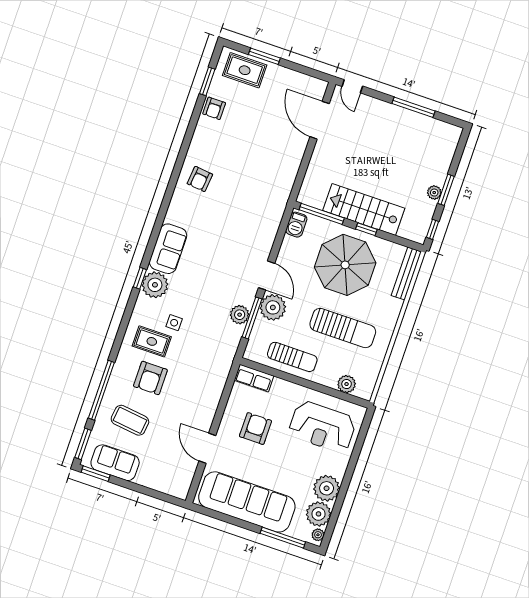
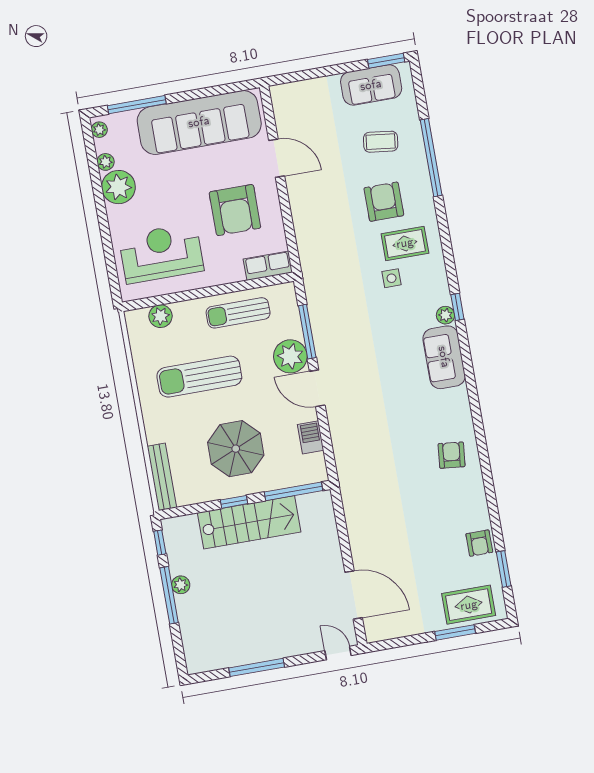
armchair: (214, 108) -> (479, 543), turned 180
window: (446, 190) -> (169, 595), width x1.44
barbecue: (296, 225) -> (311, 437), moved
parasol: (345, 265) -> (236, 449), width x0.73, depth x0.73
plant: (155, 285) -> (445, 315), width x0.53, depth x0.53
plant: (240, 315) -> (323, 328), removed
coffee table: (130, 420) -> (381, 142), width x0.73, depth x0.77
armchair: (255, 429) -> (235, 210), width x1.36, depth x1.36
window: (83, 444) -> (419, 86), removed
plant: (318, 514) -> (106, 162), width x0.53, depth x0.53

